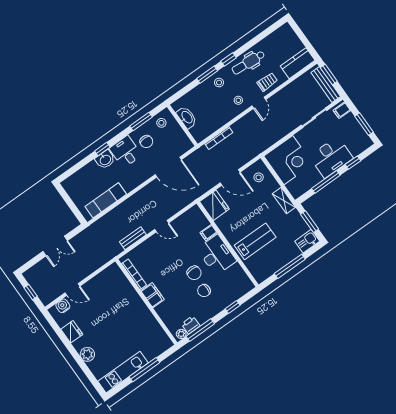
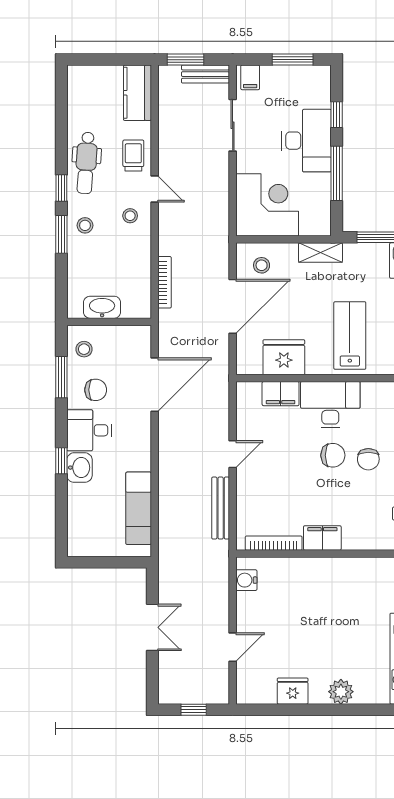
bench: (326, 85) -> (205, 74), width x0.73
door: (230, 177) -> (233, 306), width x1.36
fridge: (214, 205) -> (284, 357), moved
filing cabinet: (209, 233) -> (281, 394), width x2.00
bench: (133, 238) -> (221, 508), width x1.36
water cooler: (63, 306) -> (246, 580), moved

